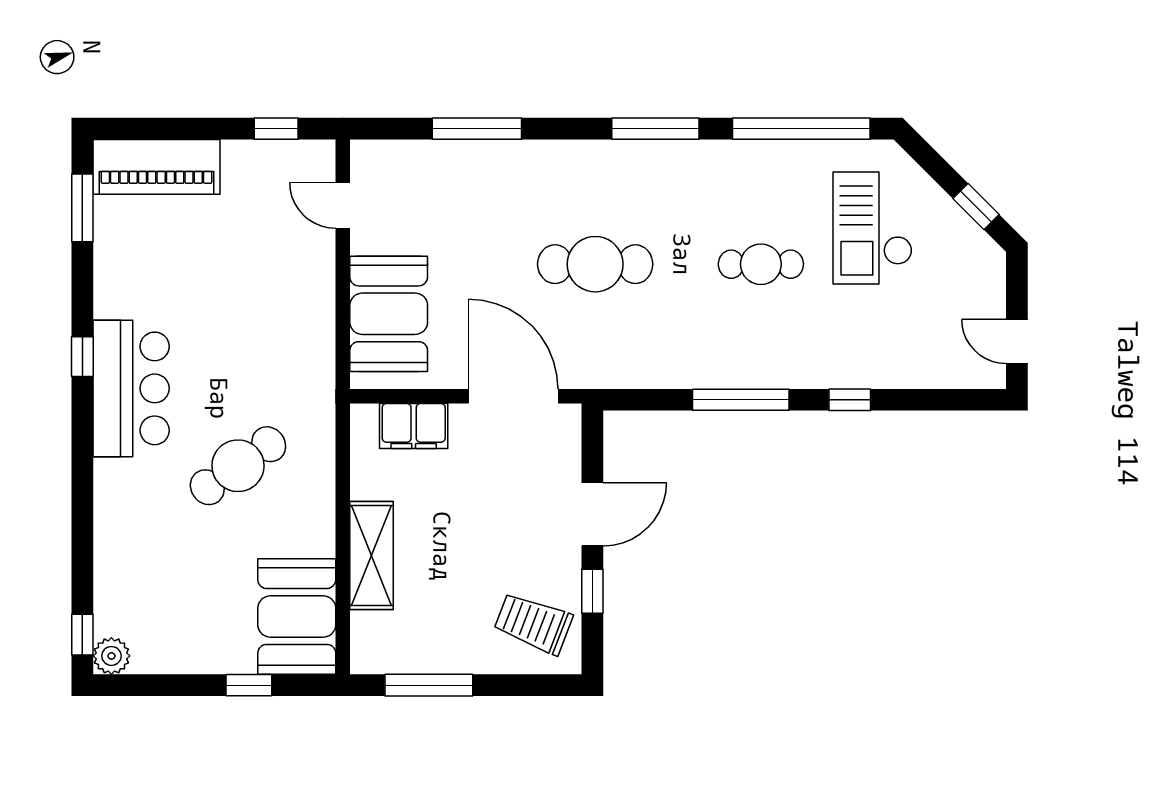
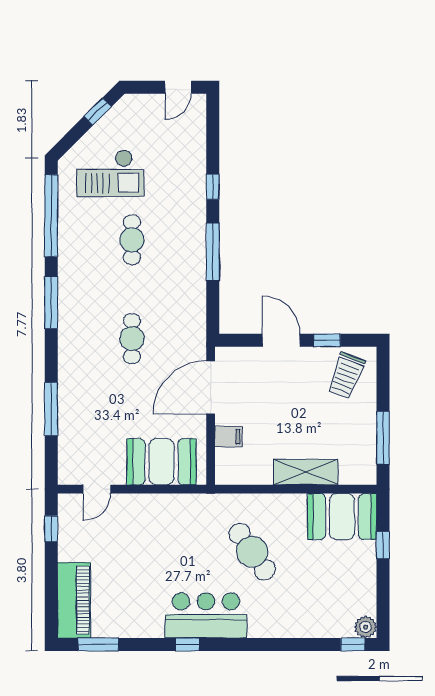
cafe table: (595, 264) -> (132, 339), width x0.73, depth x0.74
filing cabinet: (414, 426) -> (228, 437), width x0.50

